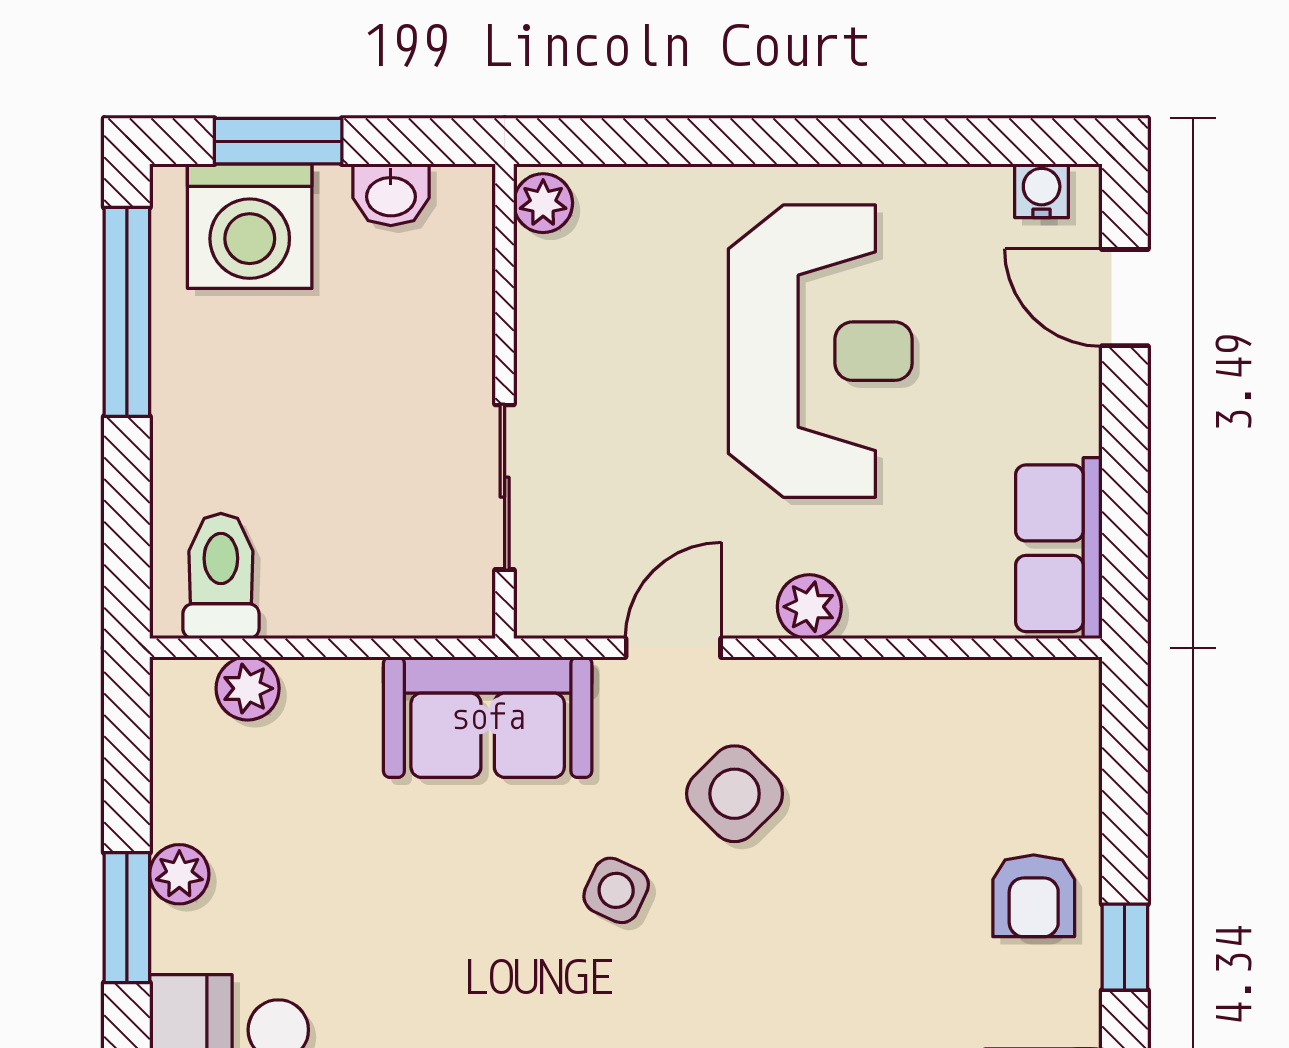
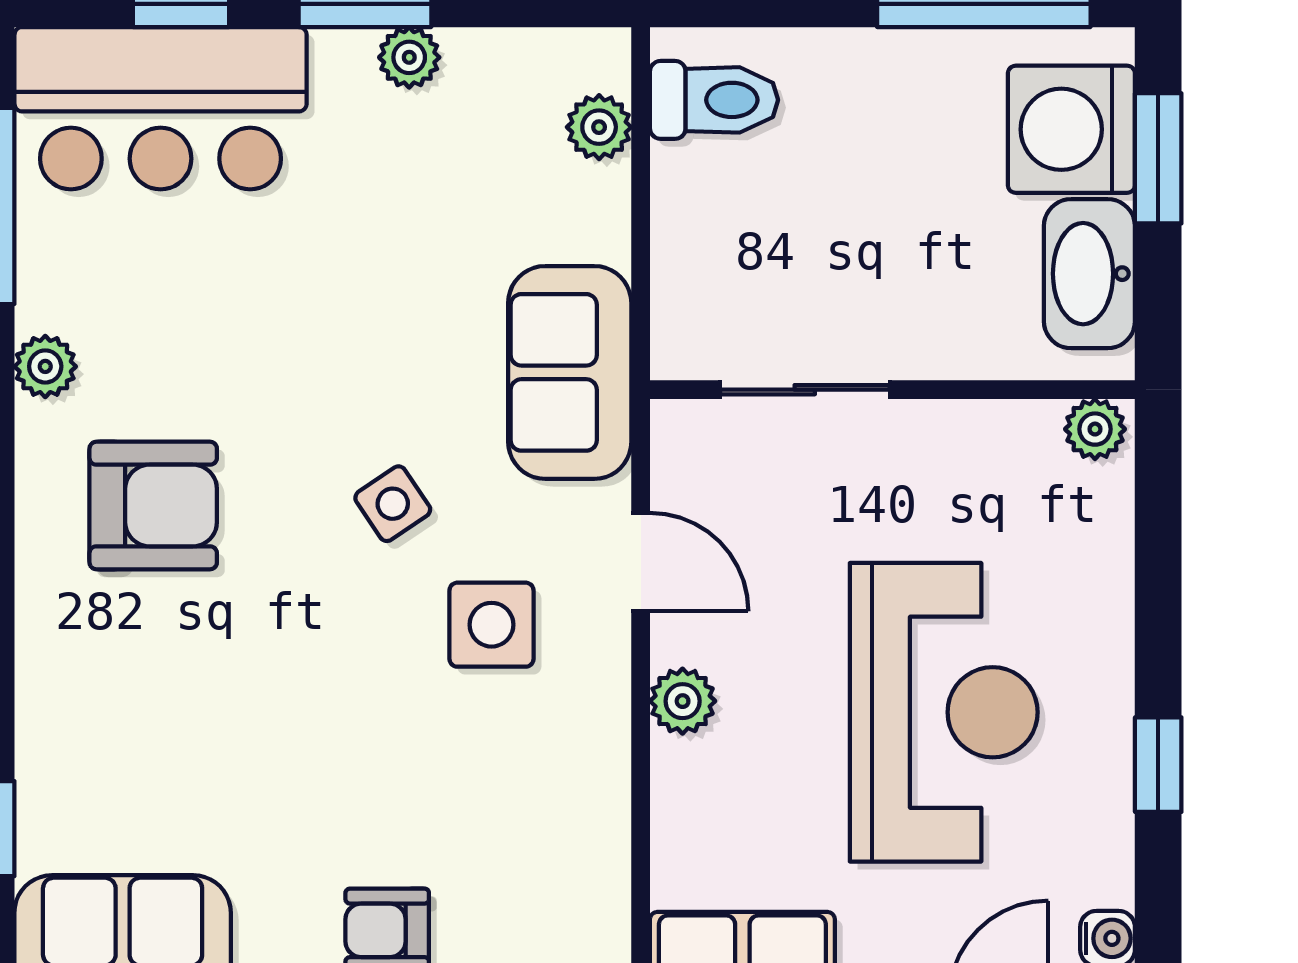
window: (871, 141) -> (1158, 765), added
washbasin: (391, 195) -> (1089, 274), width x1.91, depth x1.45
reception desk: (820, 351) -> (944, 712), turned -90
side table: (735, 794) -> (492, 625), turned 45
side table: (616, 890) -> (393, 504), turned 31

